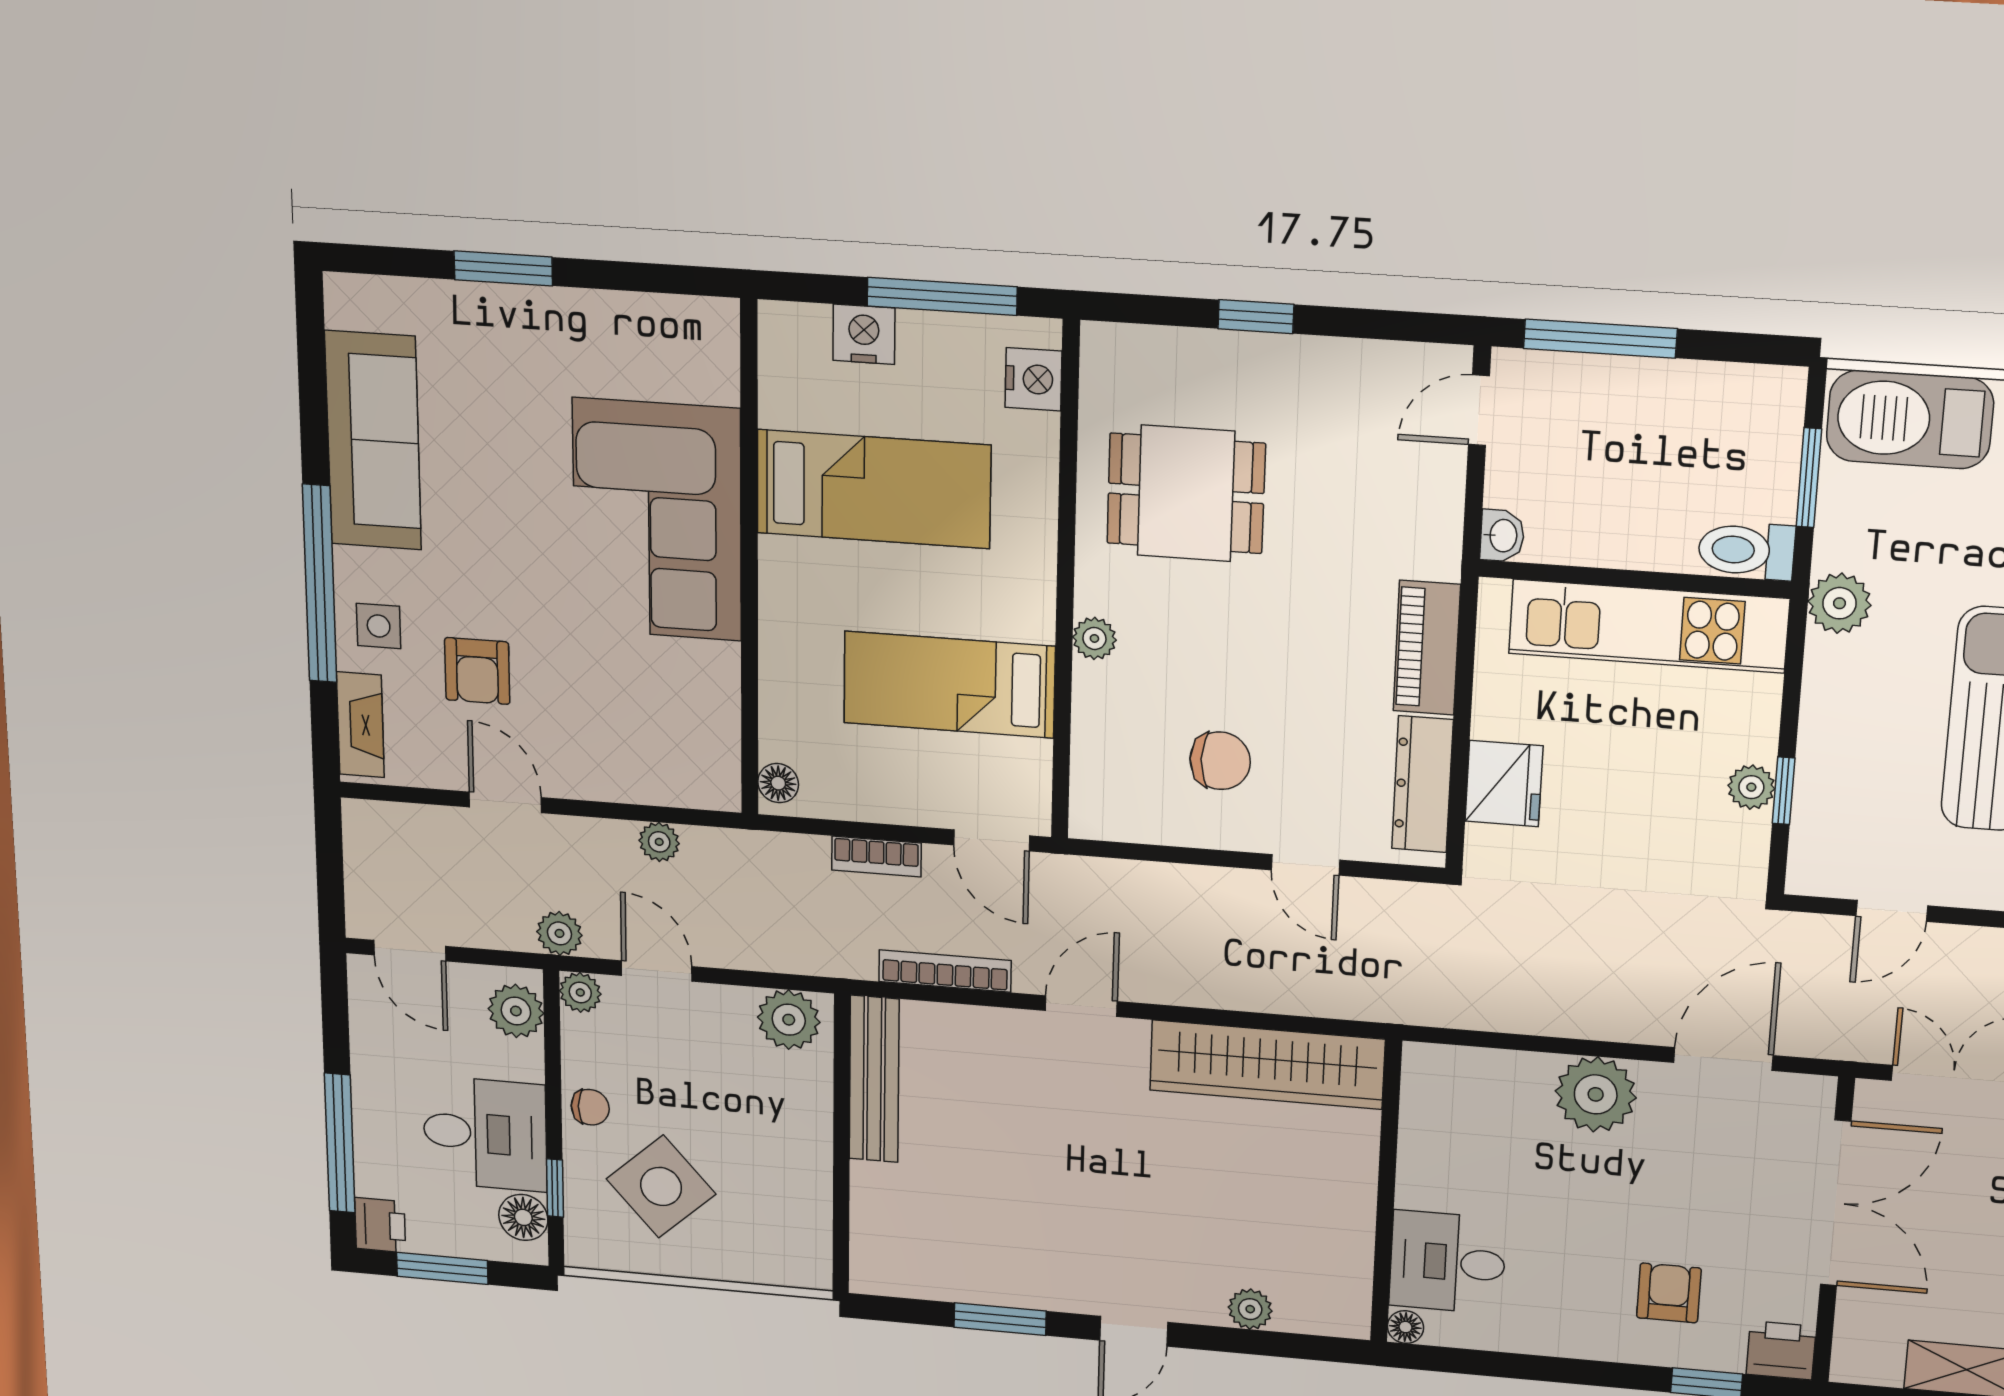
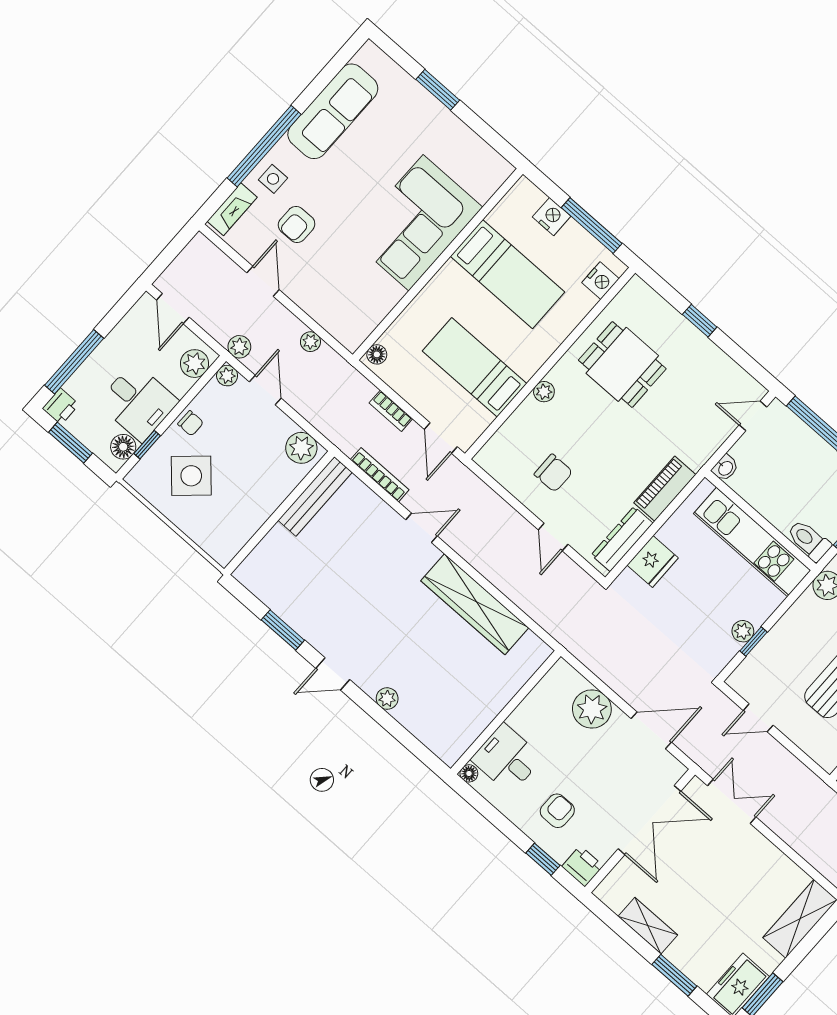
wall: (1386, 1192) -> (506, 712), moved
desk: (1447, 1262) -> (507, 759), moved
floor lamp: (1405, 1327) -> (469, 773), moved

